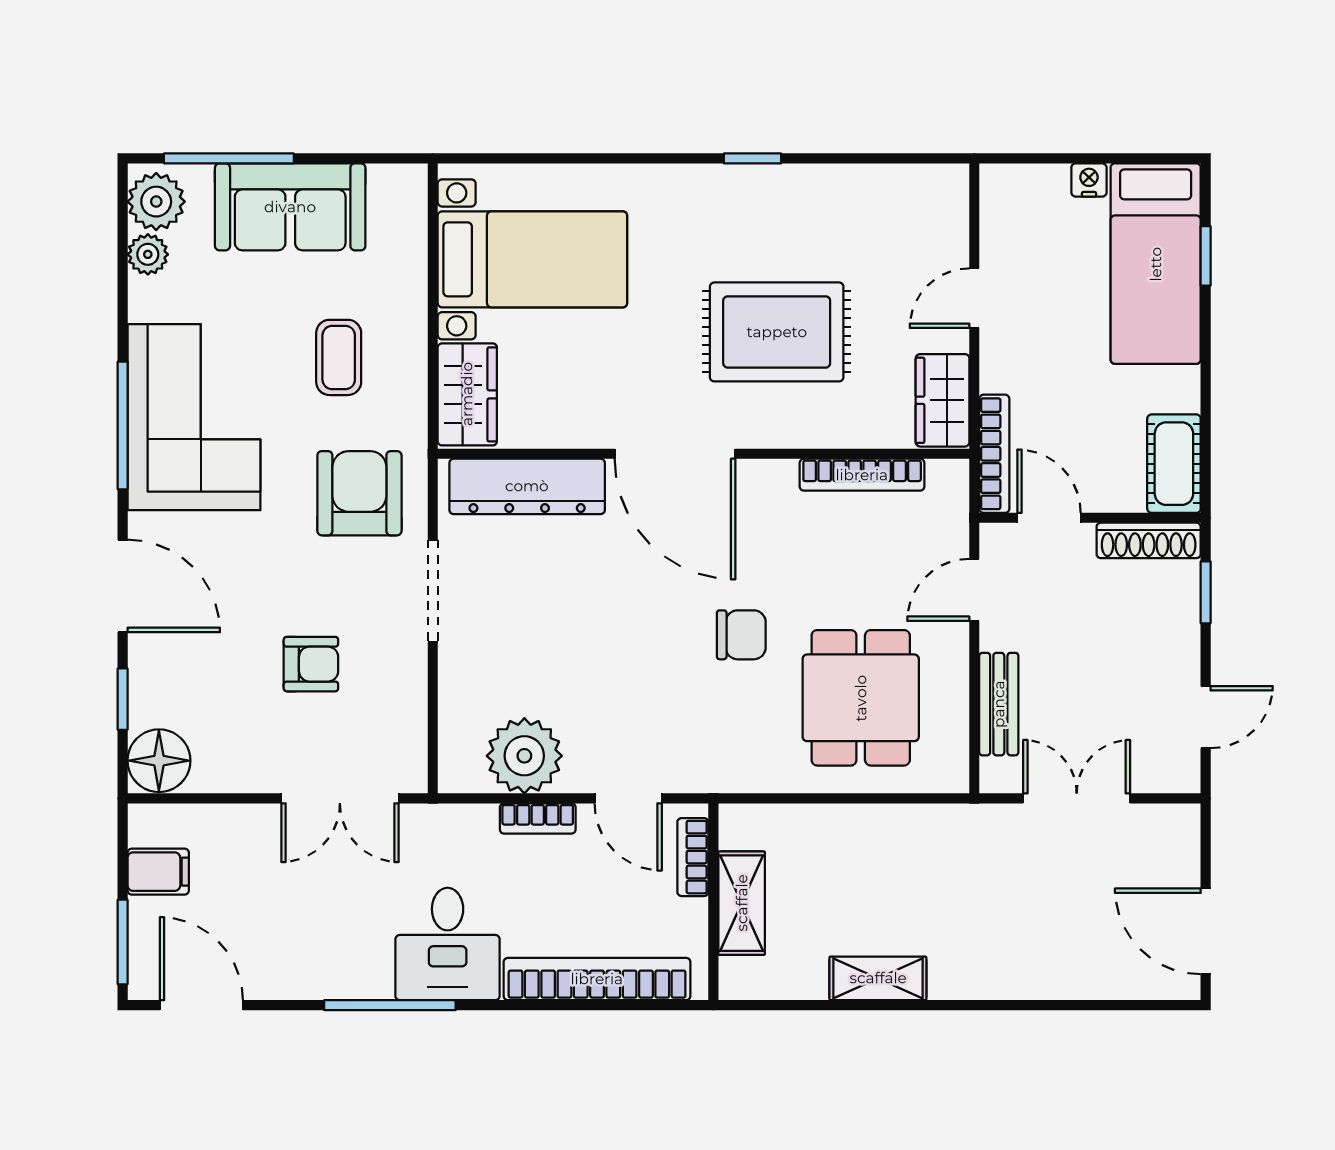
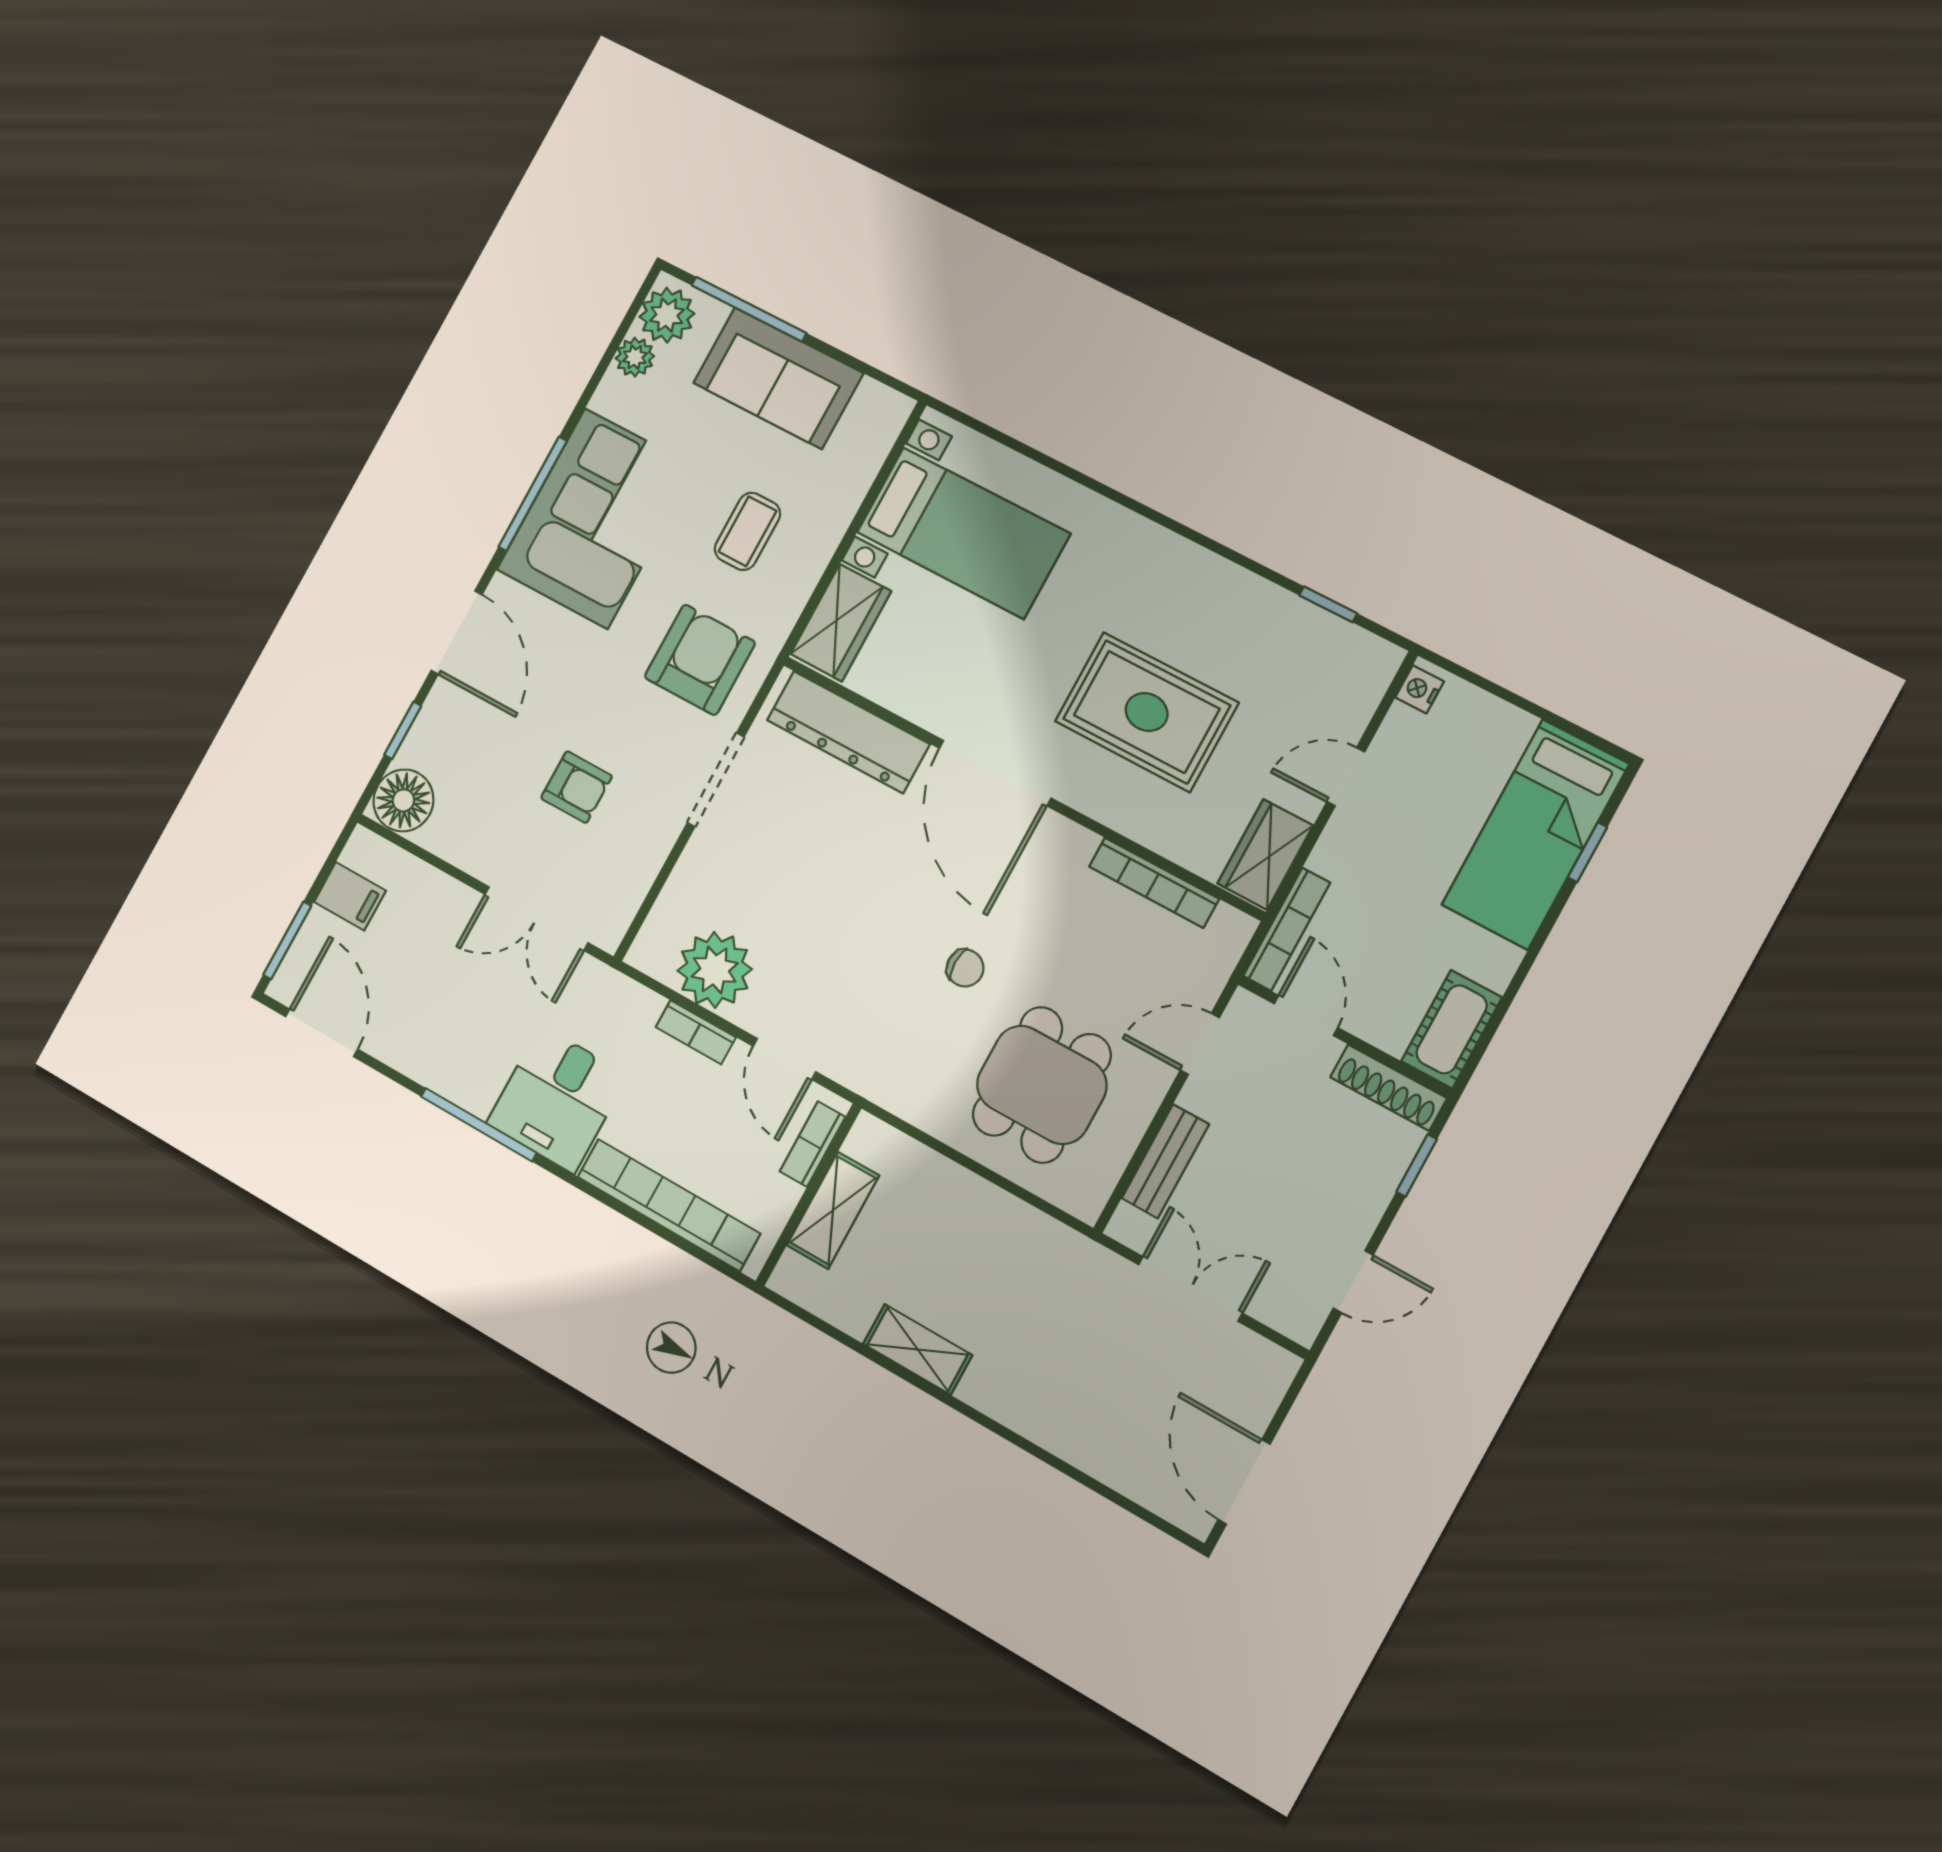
window: (752, 158) -> (1328, 604), moved
nightstand: (1089, 180) -> (1420, 689), moved, turned -90
chair: (741, 635) -> (965, 968), width x0.73, depth x0.73

